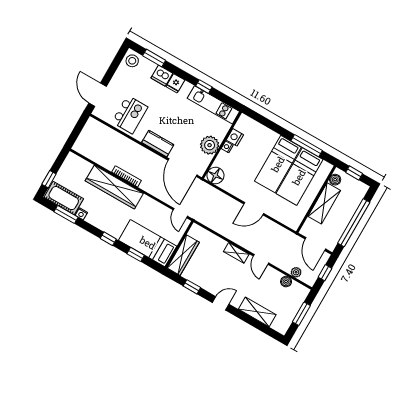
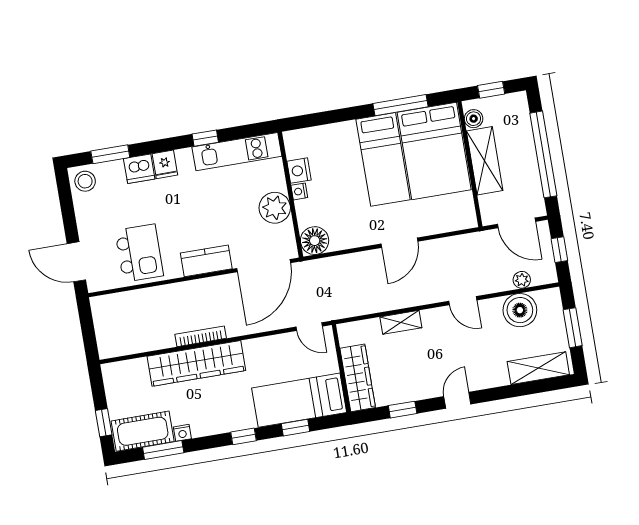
door: (182, 168) -> (264, 266), hinge flipped
bed: (299, 177) -> (434, 151), width x1.50
shelving: (236, 253) -> (401, 322), moved
boiler: (286, 282) -> (520, 310), width x1.86, depth x1.86
shelving: (257, 312) -> (538, 368), moved

